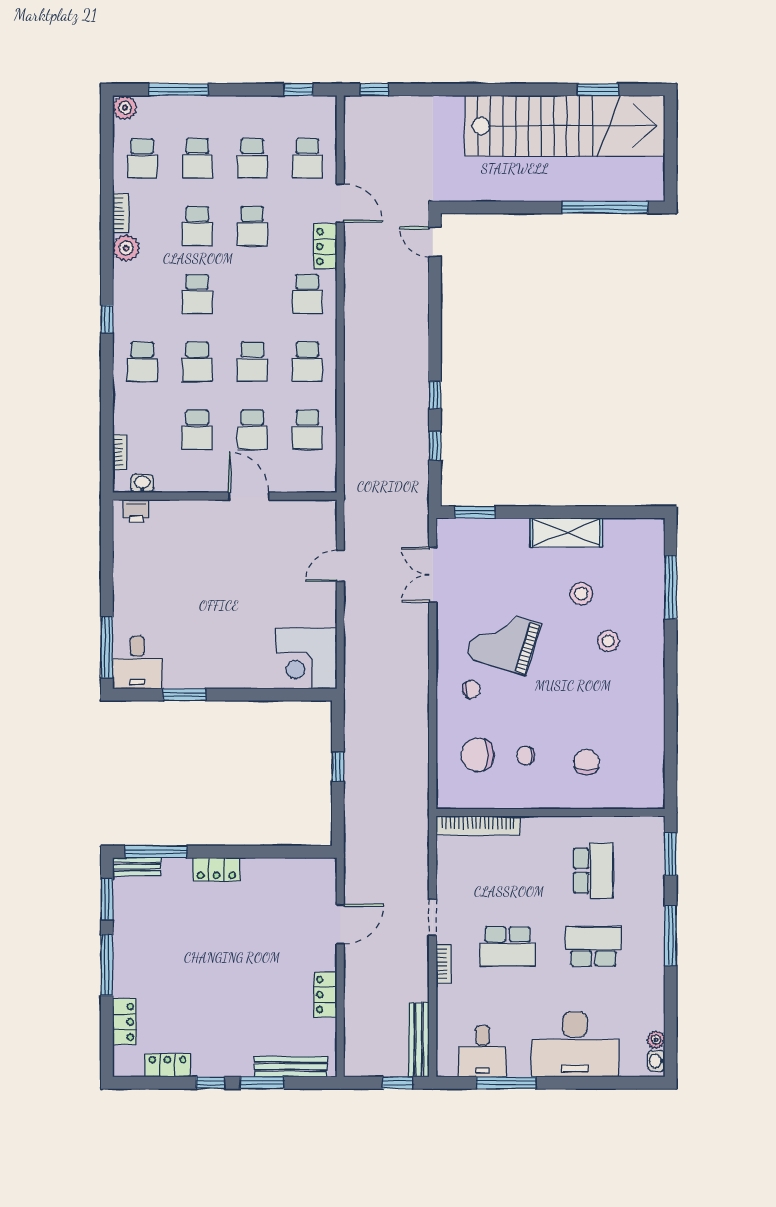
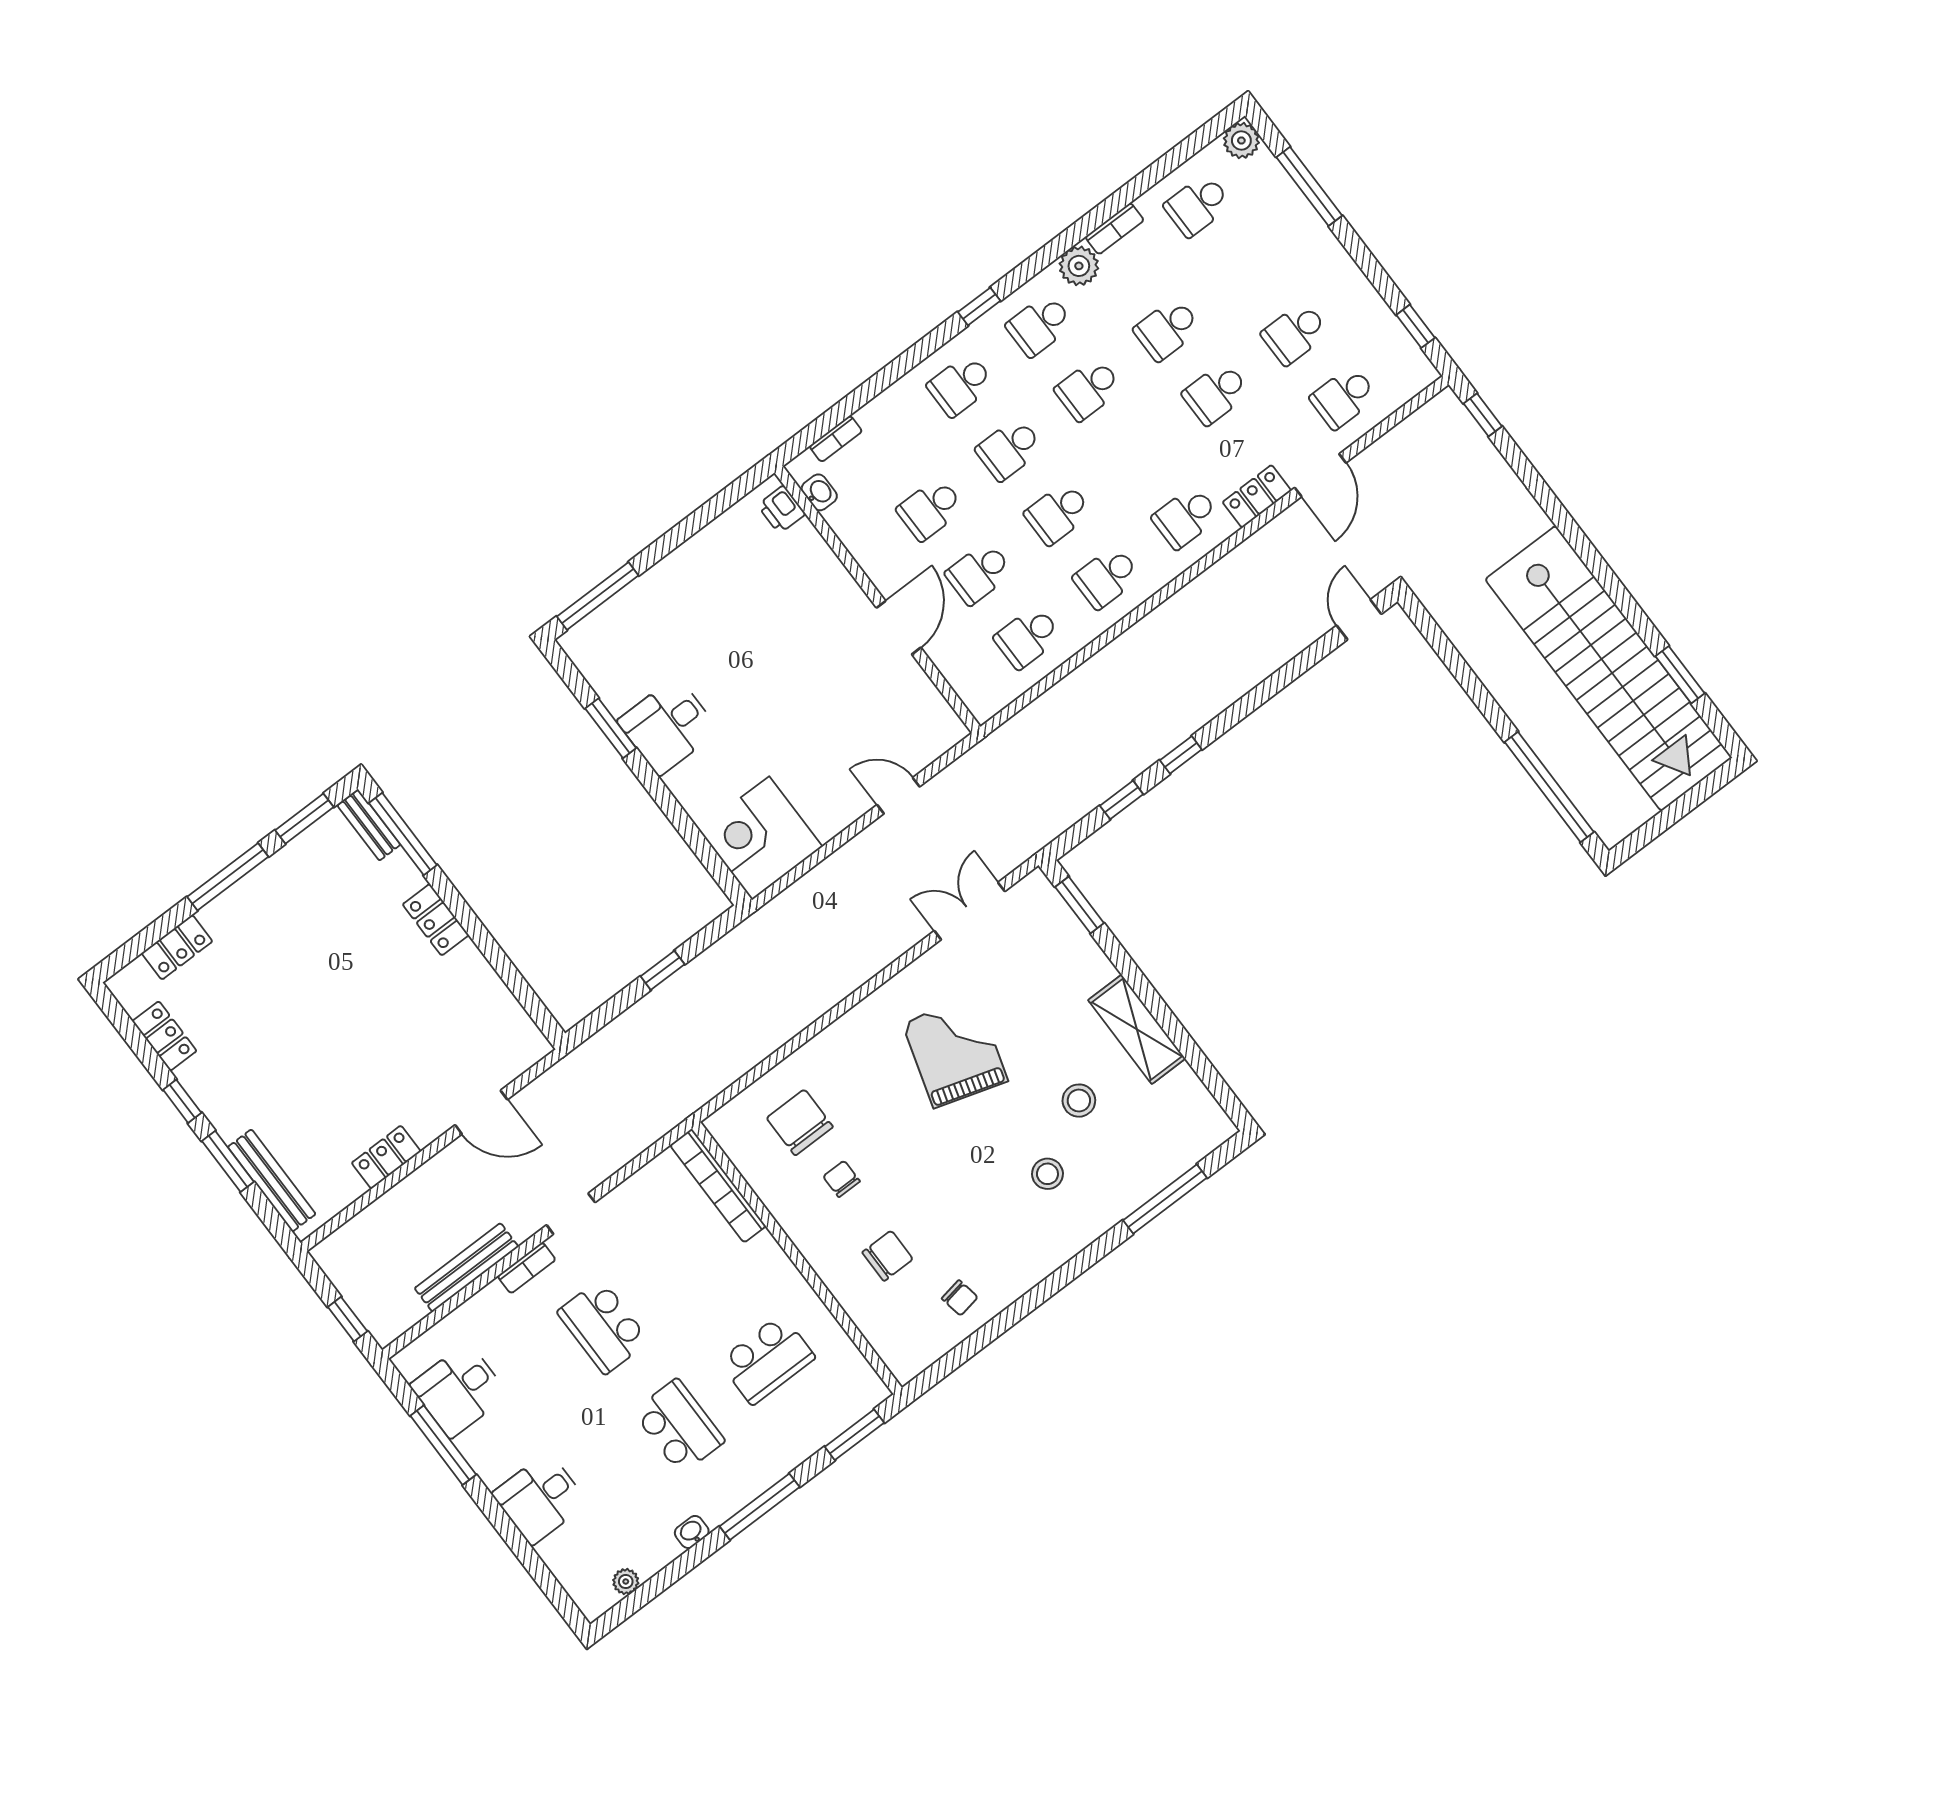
school desk: (197, 158) -> (1040, 325), moved
desk: (137, 662) -> (668, 726), moved
chair: (471, 689) -> (960, 1298), moved
bench: (419, 1040) -> (467, 1267), moved
desk: (575, 1045) -> (540, 1498), width x0.53, depth x0.77
washbasin: (656, 1061) -> (692, 1532), moved

